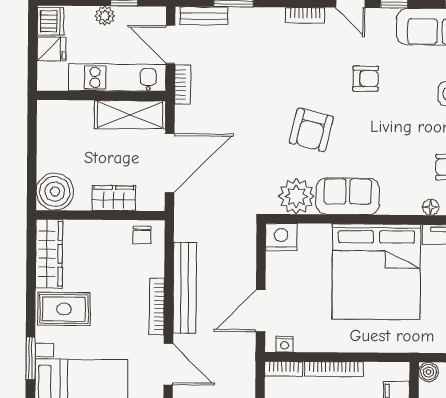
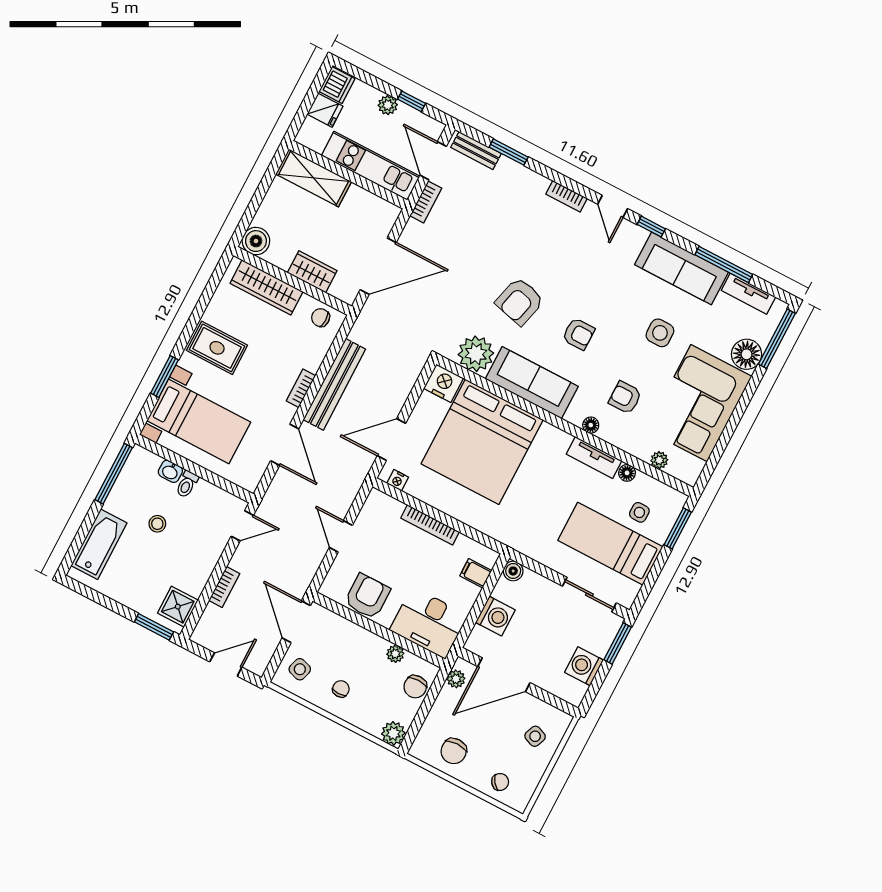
armchair: (366, 79) -> (578, 334), moved
shelving: (130, 115) -> (314, 178), moved
boiler: (55, 192) -> (256, 241), width x0.73, depth x0.73
sofa: (348, 196) -> (532, 383), width x1.36
chair: (142, 235) -> (321, 318), turned 90
wardrobe: (49, 254) -> (267, 287), moved, turned 90
bed: (376, 272) -> (482, 442), moved
bookcase: (157, 307) -> (301, 388), width x0.64
bookcase: (284, 369) -> (386, 502), removed

